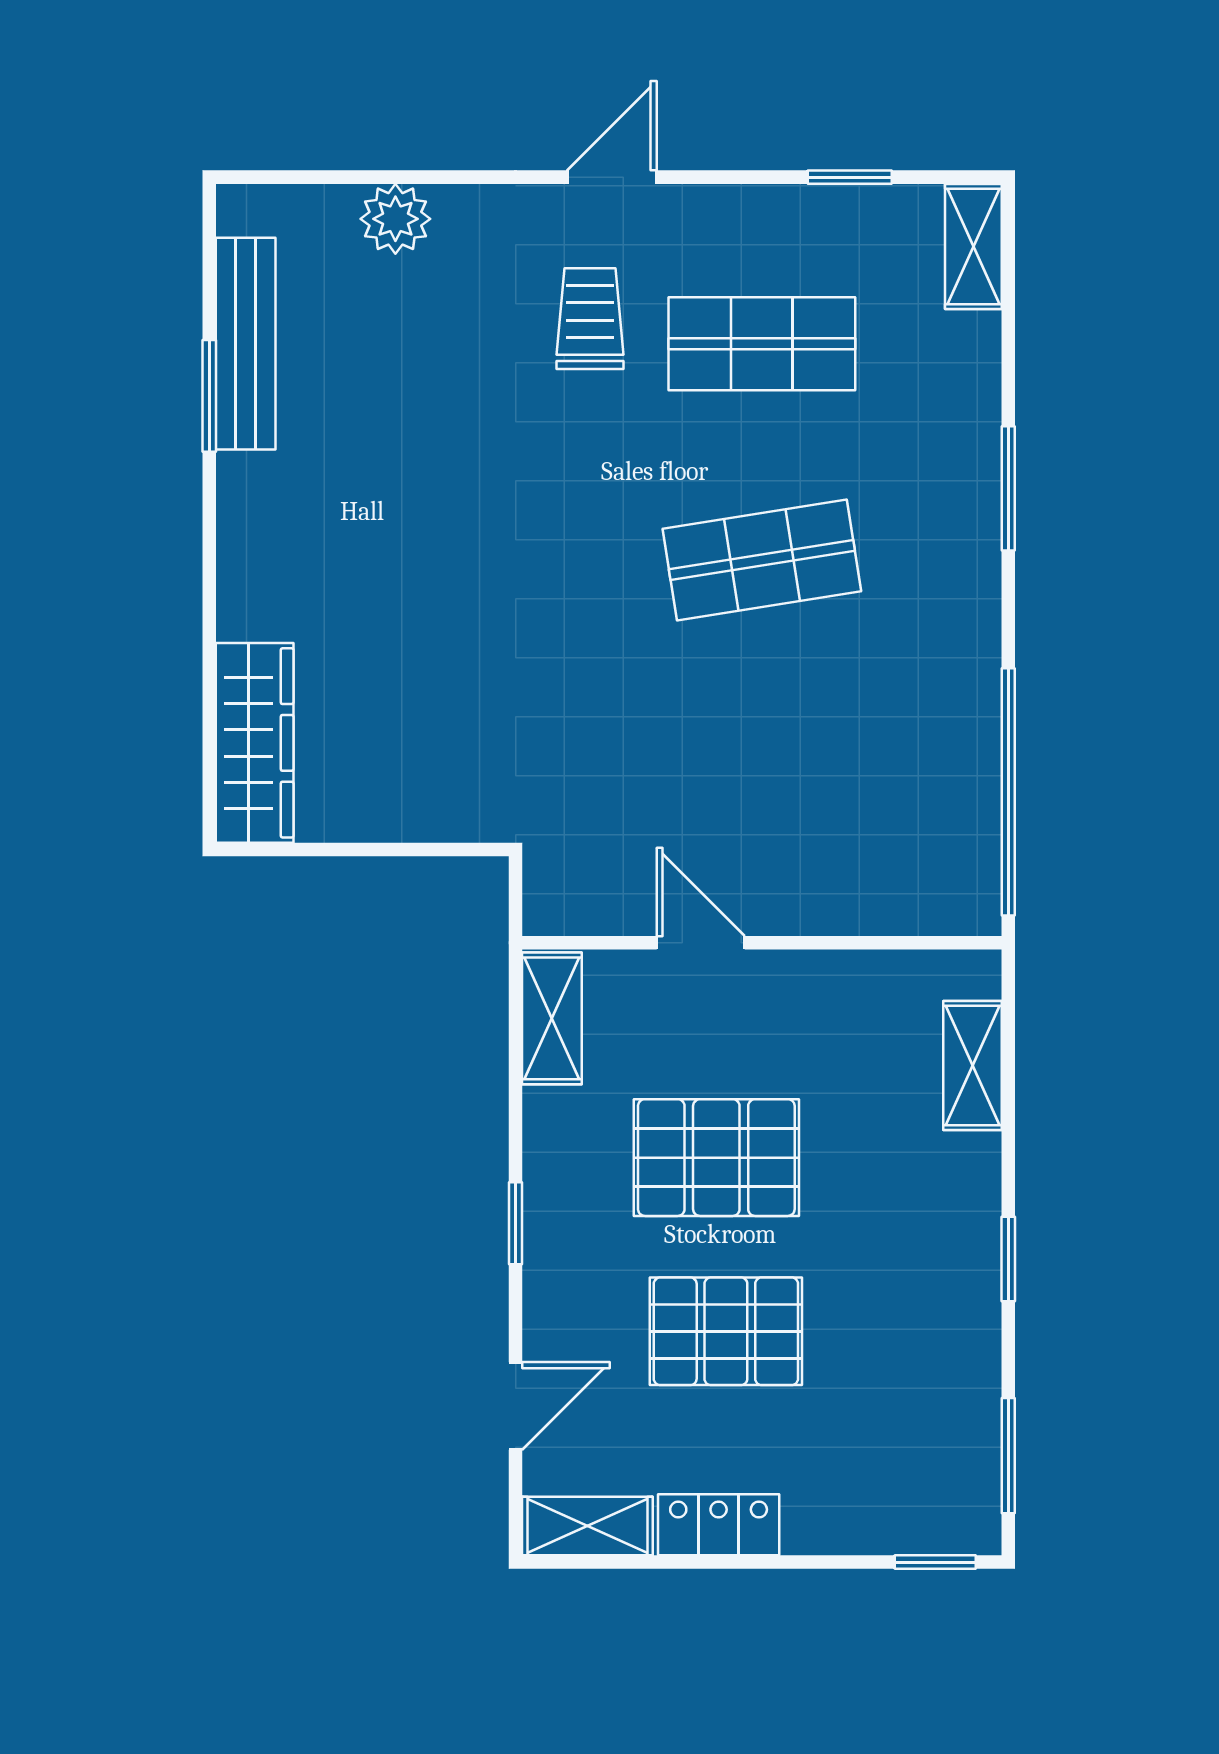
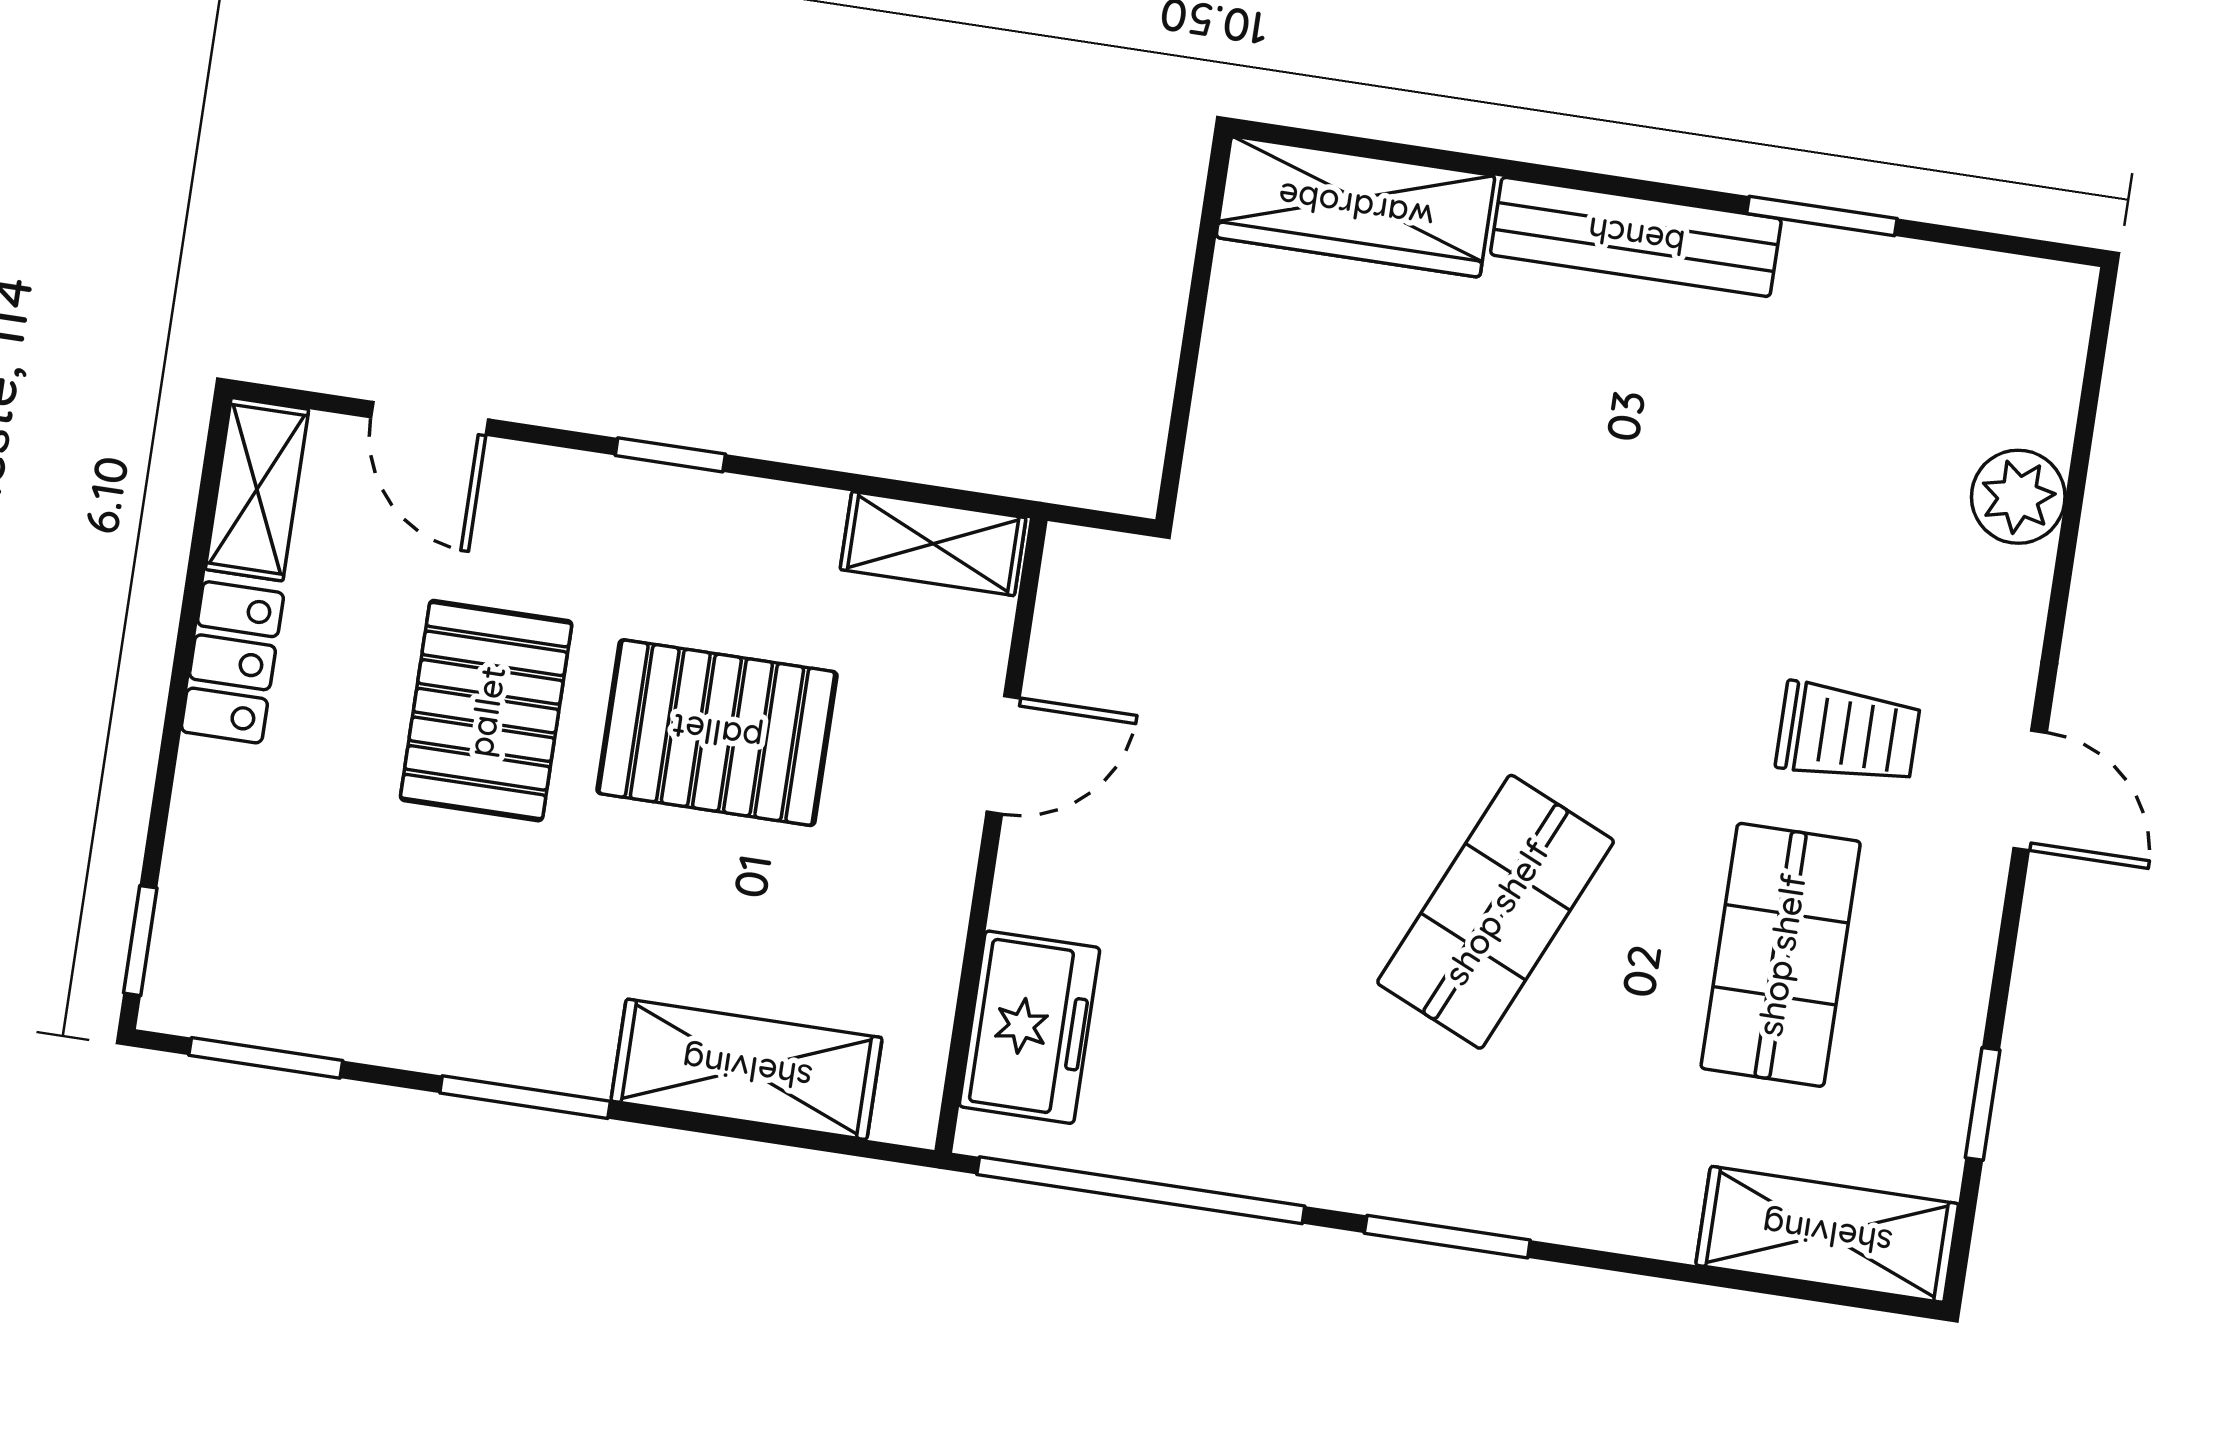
shelving: (973, 246) -> (1827, 1234), width x1.50, depth x1.33
bench: (246, 344) -> (1636, 237), moved
window: (1008, 488) -> (1447, 1237), moved
shop shelf: (762, 560) -> (1496, 912), turned 33
freezer: (900, 893) -> (1030, 1027), added
shelving: (972, 1065) -> (747, 1069), width x1.50, depth x1.33
pallet: (716, 1158) -> (717, 733), turned 90
window: (1008, 1259) -> (525, 1097), width x1.50

